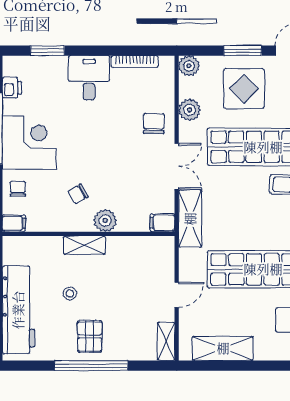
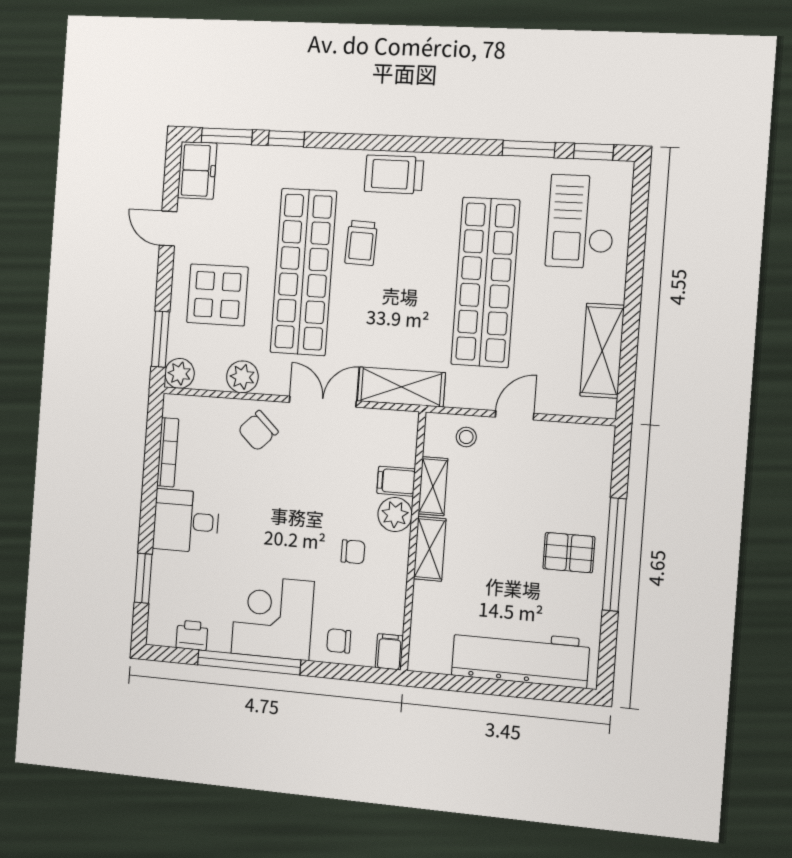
window: (243, 51) -> (160, 339), moved
chair: (154, 123) -> (258, 431), turned -47
chair: (78, 194) -> (353, 552), turned -60
filing cabinet: (162, 223) -> (396, 481), moved, turned 90
stool: (70, 294) -> (466, 437), moved
door: (177, 295) -> (515, 415), hinge flipped
shelving: (166, 341) -> (433, 486), moved, turned 90

